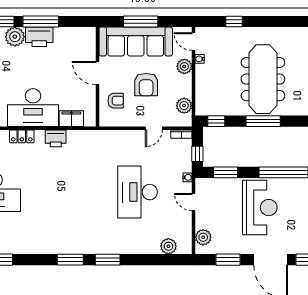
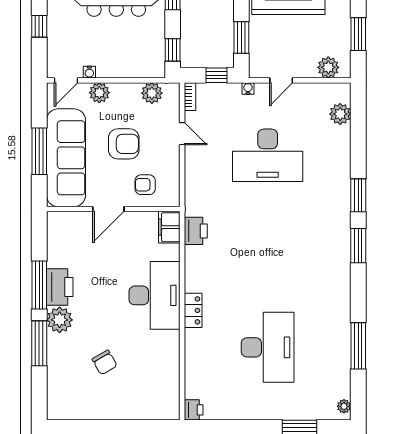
armchair: (116, 101) -> (145, 185), turned -90
filing cabinet: (71, 119) -> (169, 227), moved
printer: (56, 138) -> (196, 231), moved

